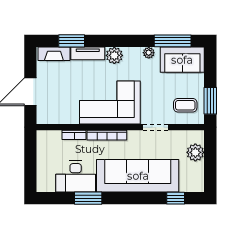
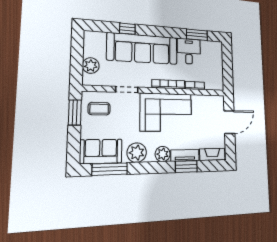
window: (72, 41) -> (186, 166), moved
plant: (149, 53) -> (137, 153), width x1.88, depth x1.88
desk: (76, 177) -> (189, 51), width x0.73
window: (88, 198) -> (197, 35), moved
window: (176, 198) -> (127, 29), moved

